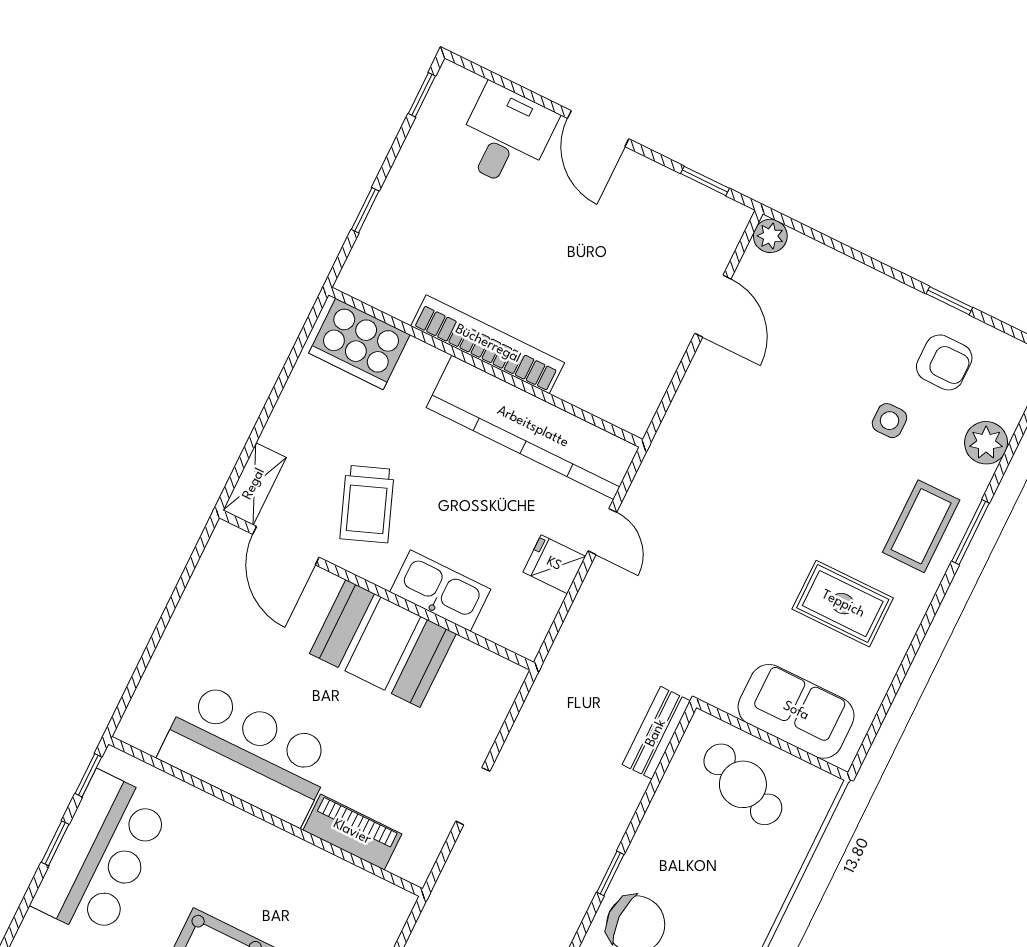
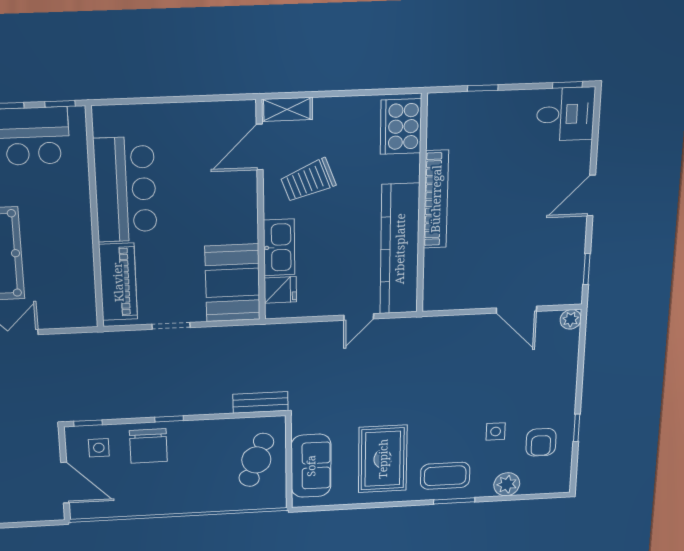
desk: (506, 136) -> (566, 114), moved
door: (713, 306) -> (516, 310), hinge flipped
fridge: (554, 564) -> (280, 290), moved, turned 90
rug: (843, 604) -> (383, 459), width x1.36, depth x1.43
booth: (383, 644) -> (233, 283), moved
piano: (352, 832) -> (118, 282), width x1.37, depth x1.33

